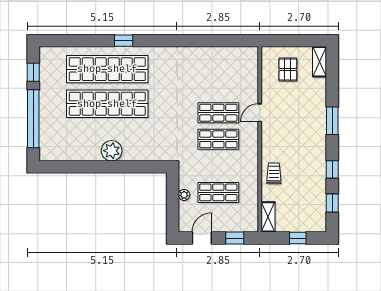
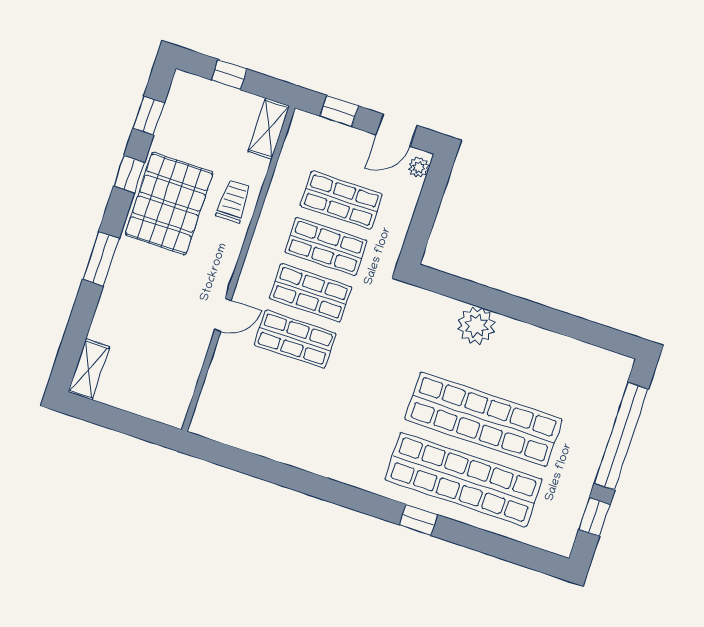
pallet: (288, 69) -> (169, 204), moved, width x2.05, depth x2.00
plant: (112, 151) -> (476, 326), moved
shop shelf: (218, 166) -> (326, 246), added
trolley: (274, 173) -> (233, 201), turned 180
plant: (184, 195) -> (419, 167), moved

